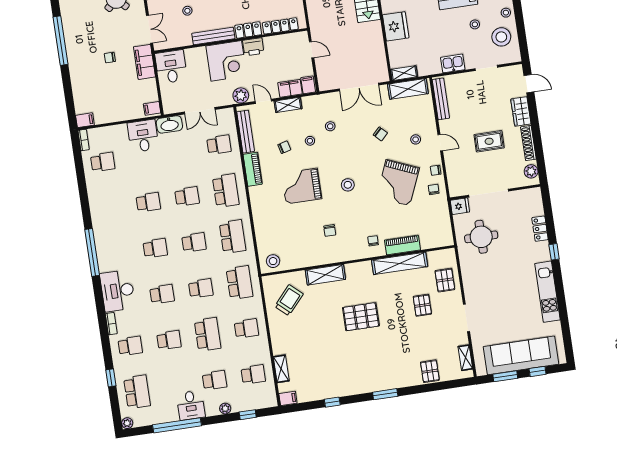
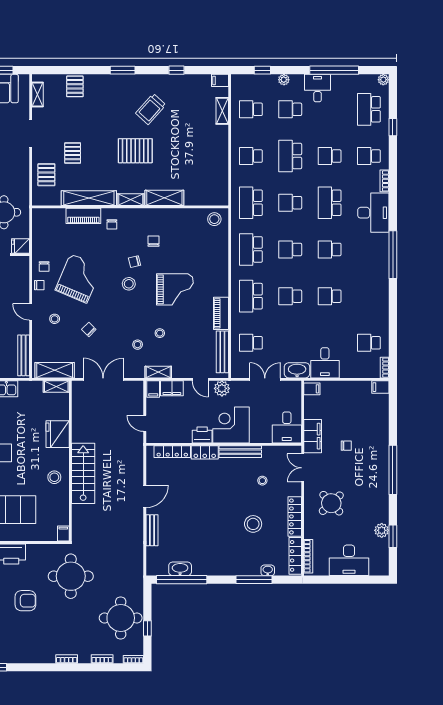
shelving: (288, 105) -> (158, 372), moved
chair: (284, 147) -> (135, 262), moved
shelving: (358, 268) -> (131, 200), added
school desk: (162, 294) -> (330, 203), width x1.85
trolley: (289, 300) -> (151, 109), moved

